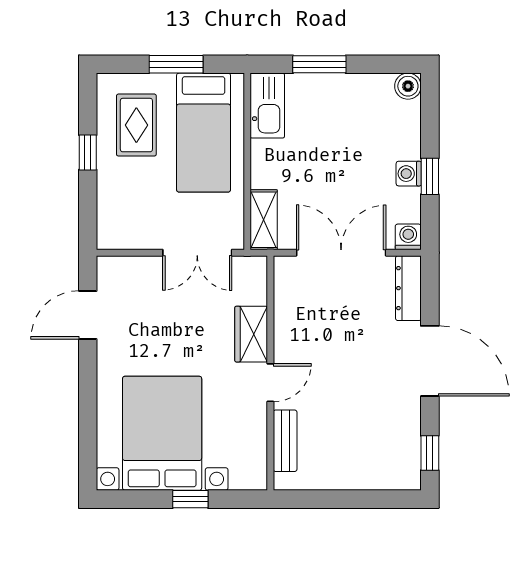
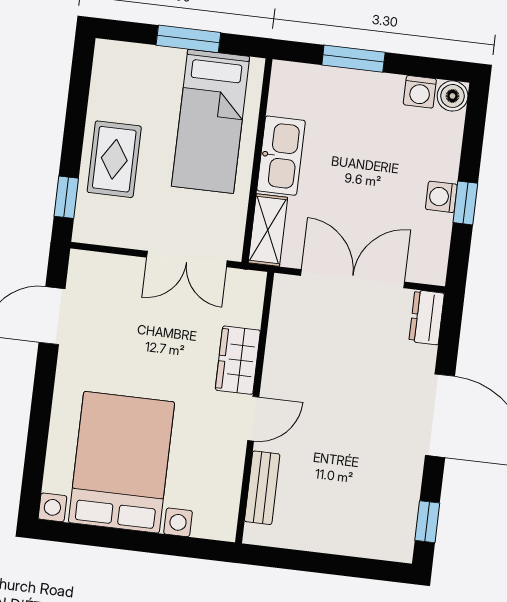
kitchen sink: (267, 106) -> (281, 156), moved
rug: (136, 125) -> (114, 159), moved
window: (88, 152) -> (66, 197), moved
washing machine: (408, 237) -> (420, 92), moved, turned 180
dresser: (408, 288) -> (427, 317), width x0.70
window: (190, 499) -> (145, 542), removed

